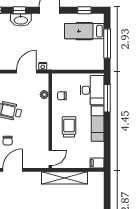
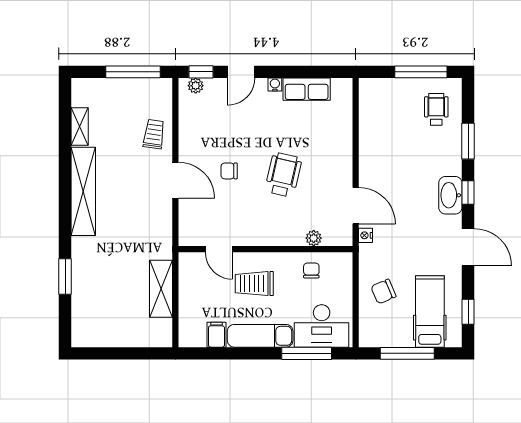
chair: (73, 56) -> (383, 292), added
trolley: (69, 127) -> (254, 284), turned 180
door: (50, 158) -> (219, 249), moved
filing cabinet: (97, 163) -> (216, 335), moved
shelving: (65, 178) -> (161, 289), width x0.68

